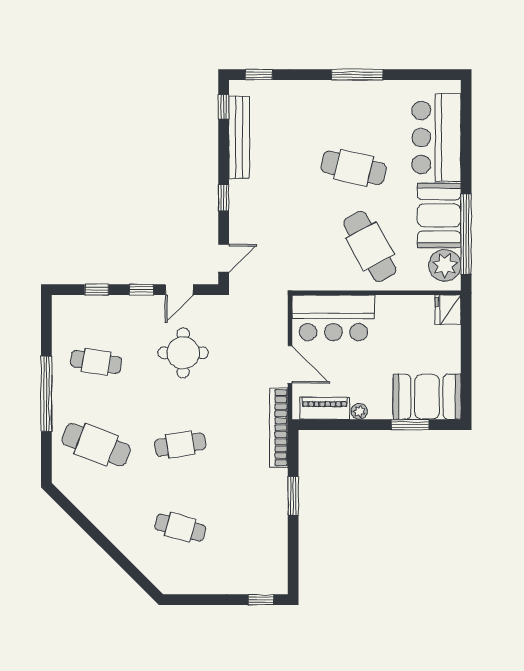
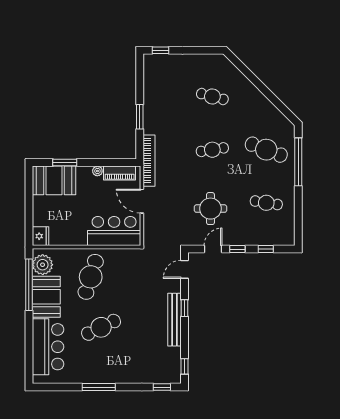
bench: (239, 137) -> (175, 320), moved
cafe table: (354, 168) -> (101, 327), turned -39
cafe table: (370, 246) -> (91, 277), turned 46
window: (46, 394) -> (298, 162), moved

